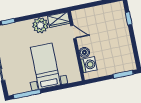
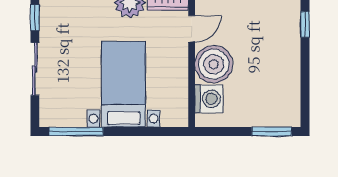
door: (73, 32) -> (192, 29), hinge flipped
boiler: (84, 52) -> (214, 64), width x1.86, depth x1.86

